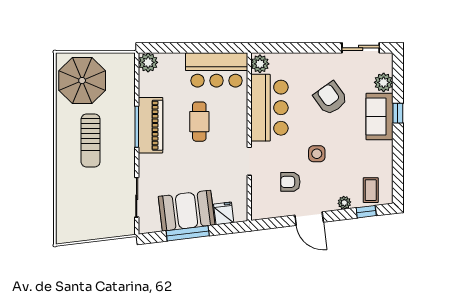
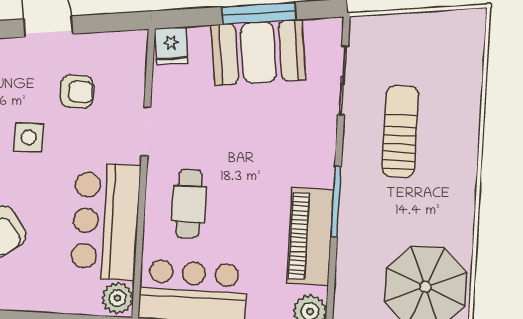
cafe table: (199, 122) -> (189, 204), moved
piano: (150, 125) -> (310, 236), moved
sun lounger: (91, 140) -> (400, 131), moved
fridge: (224, 213) -> (171, 46), moved

